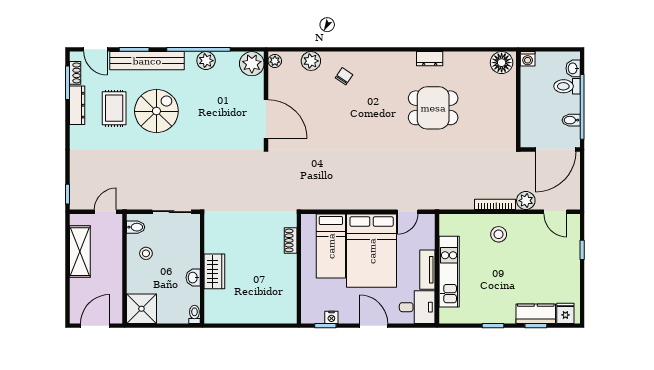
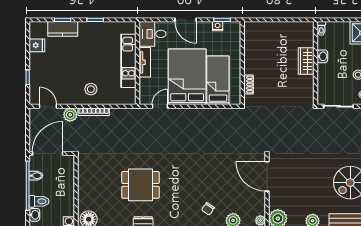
fridge: (565, 313) -> (37, 45), moved, turned -90

